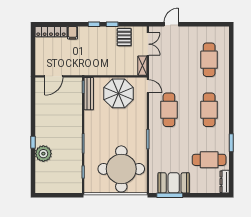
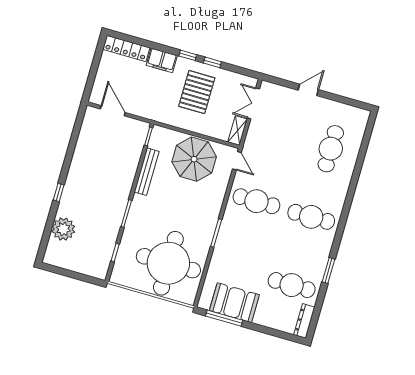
door: (171, 24) -> (308, 90), moved
filing cabinet: (72, 33) -> (162, 60), width x2.00
pallet: (124, 37) -> (197, 92), moved, width x1.50, depth x1.42
double door: (148, 44) -> (253, 103), swing flipped
door: (54, 76) -> (113, 111), swing flipped
bench: (89, 94) -> (147, 172), moved
cafe table: (169, 110) -> (256, 201), turned 90
cafe table: (209, 110) -> (311, 217), turned 90
plant: (43, 154) -> (63, 229), moved

